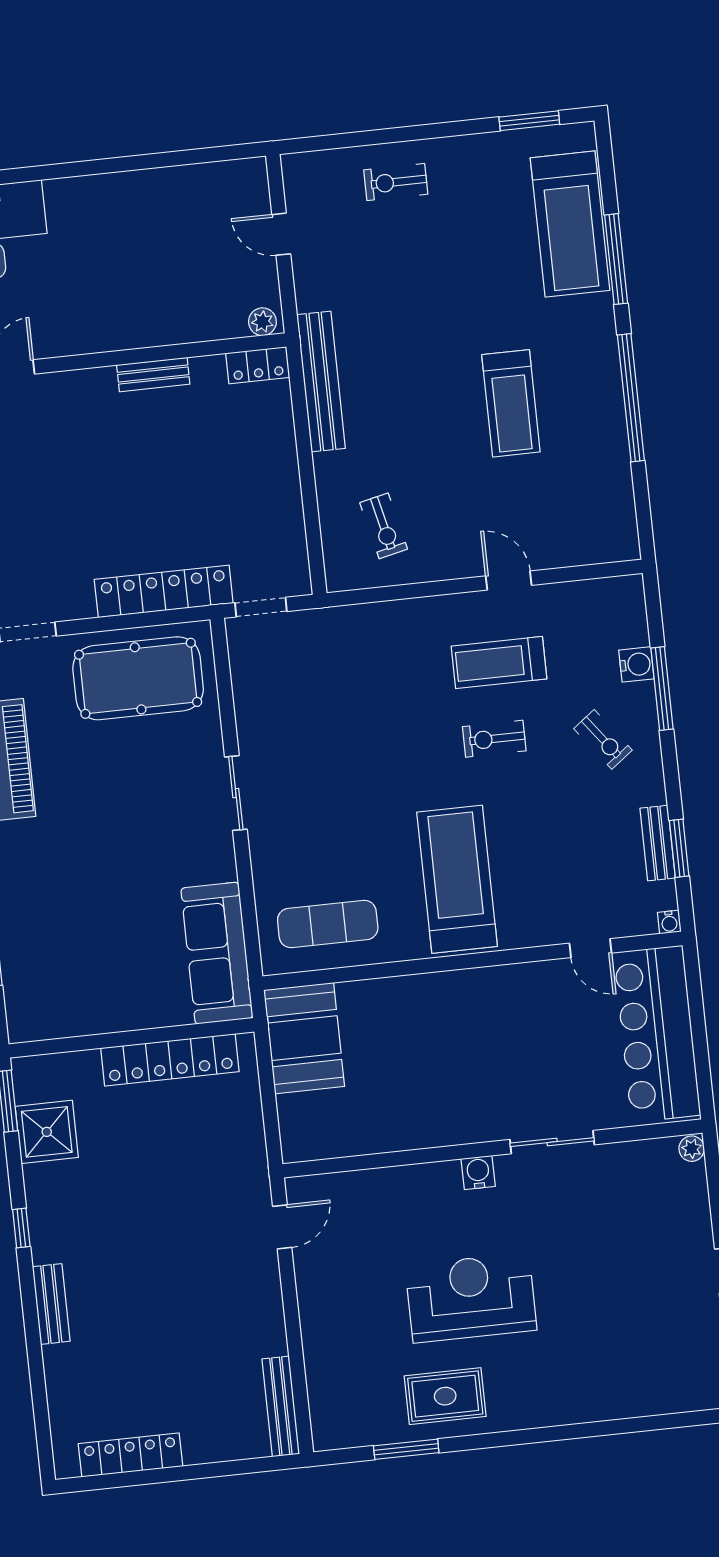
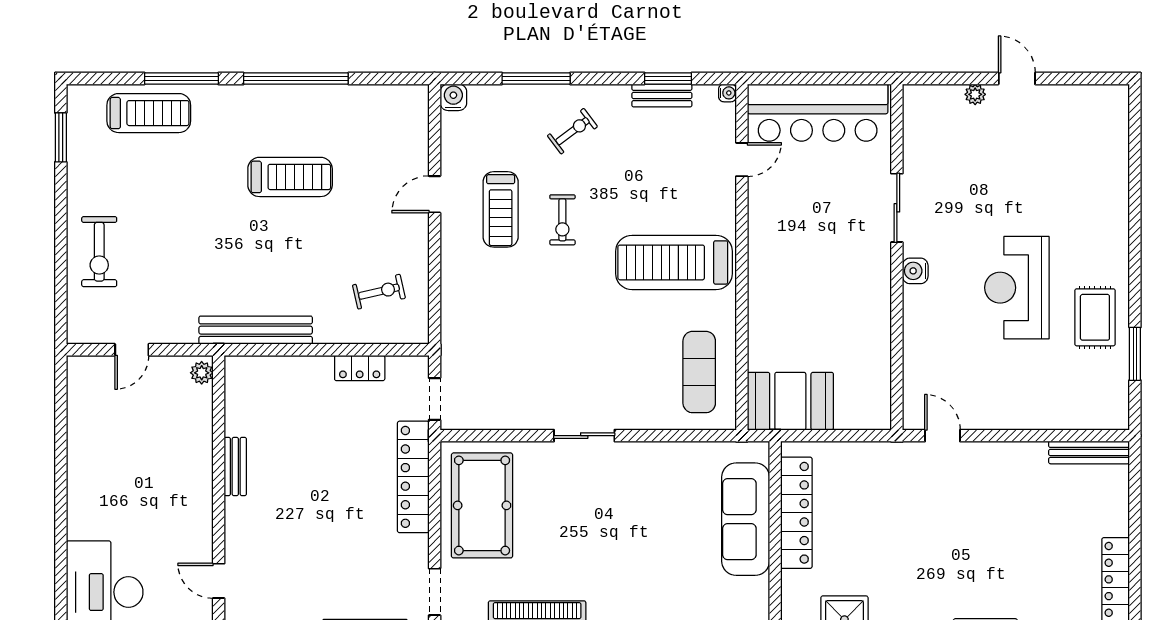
exercise bike: (396, 182) -> (99, 252), width x1.38, depth x1.39
treadmill: (570, 224) -> (149, 113), width x0.73, depth x0.73
locker: (258, 365) -> (360, 368), moved, turned 90
water cooler: (636, 664) -> (453, 97), moved
sofa: (217, 953) -> (746, 519), moved, turned 90
plant: (692, 1149) -> (975, 94), moved

